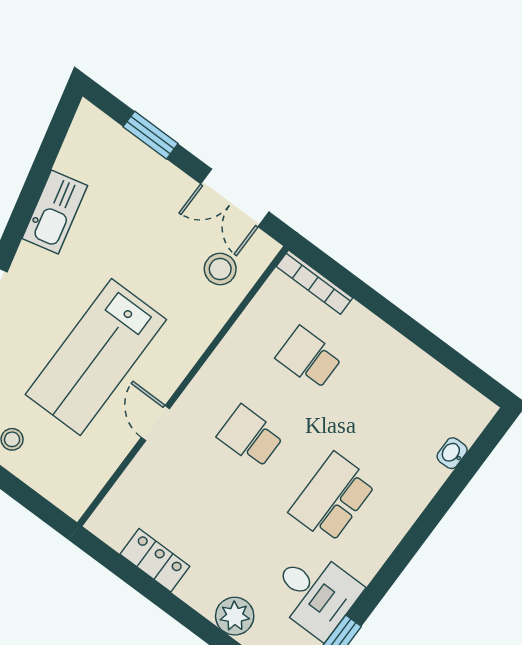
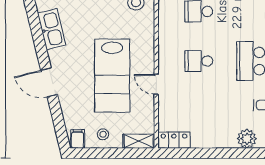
shelving: (61, 493) -> (139, 141), added
locker: (155, 560) -> (174, 140), moved

